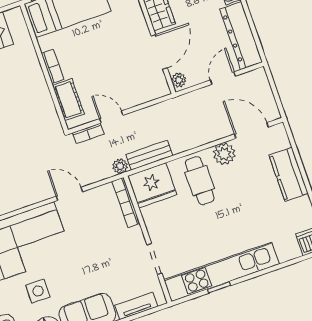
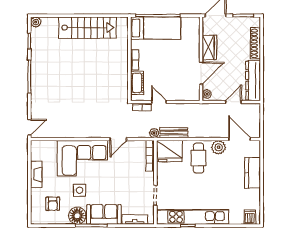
door: (69, 194) -> (118, 139), swing flipped

